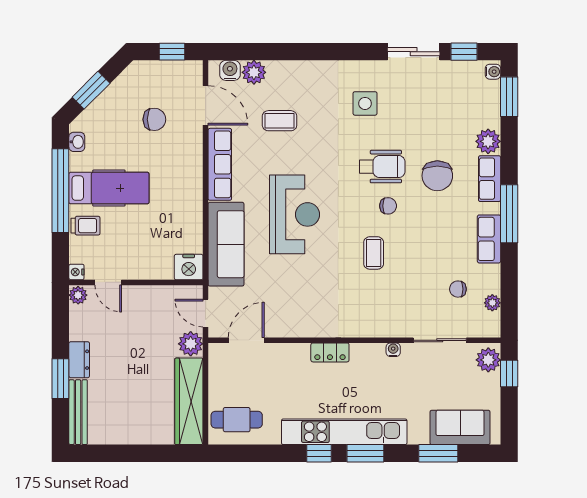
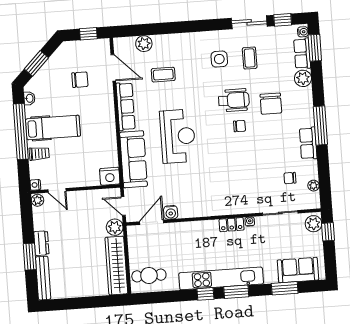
water cooler: (230, 70) -> (171, 212), moved, turned 180
row of seats: (490, 179) -> (302, 53), moved
coffee table: (374, 253) -> (250, 58), moved
locker: (330, 352) -> (232, 225), moved

